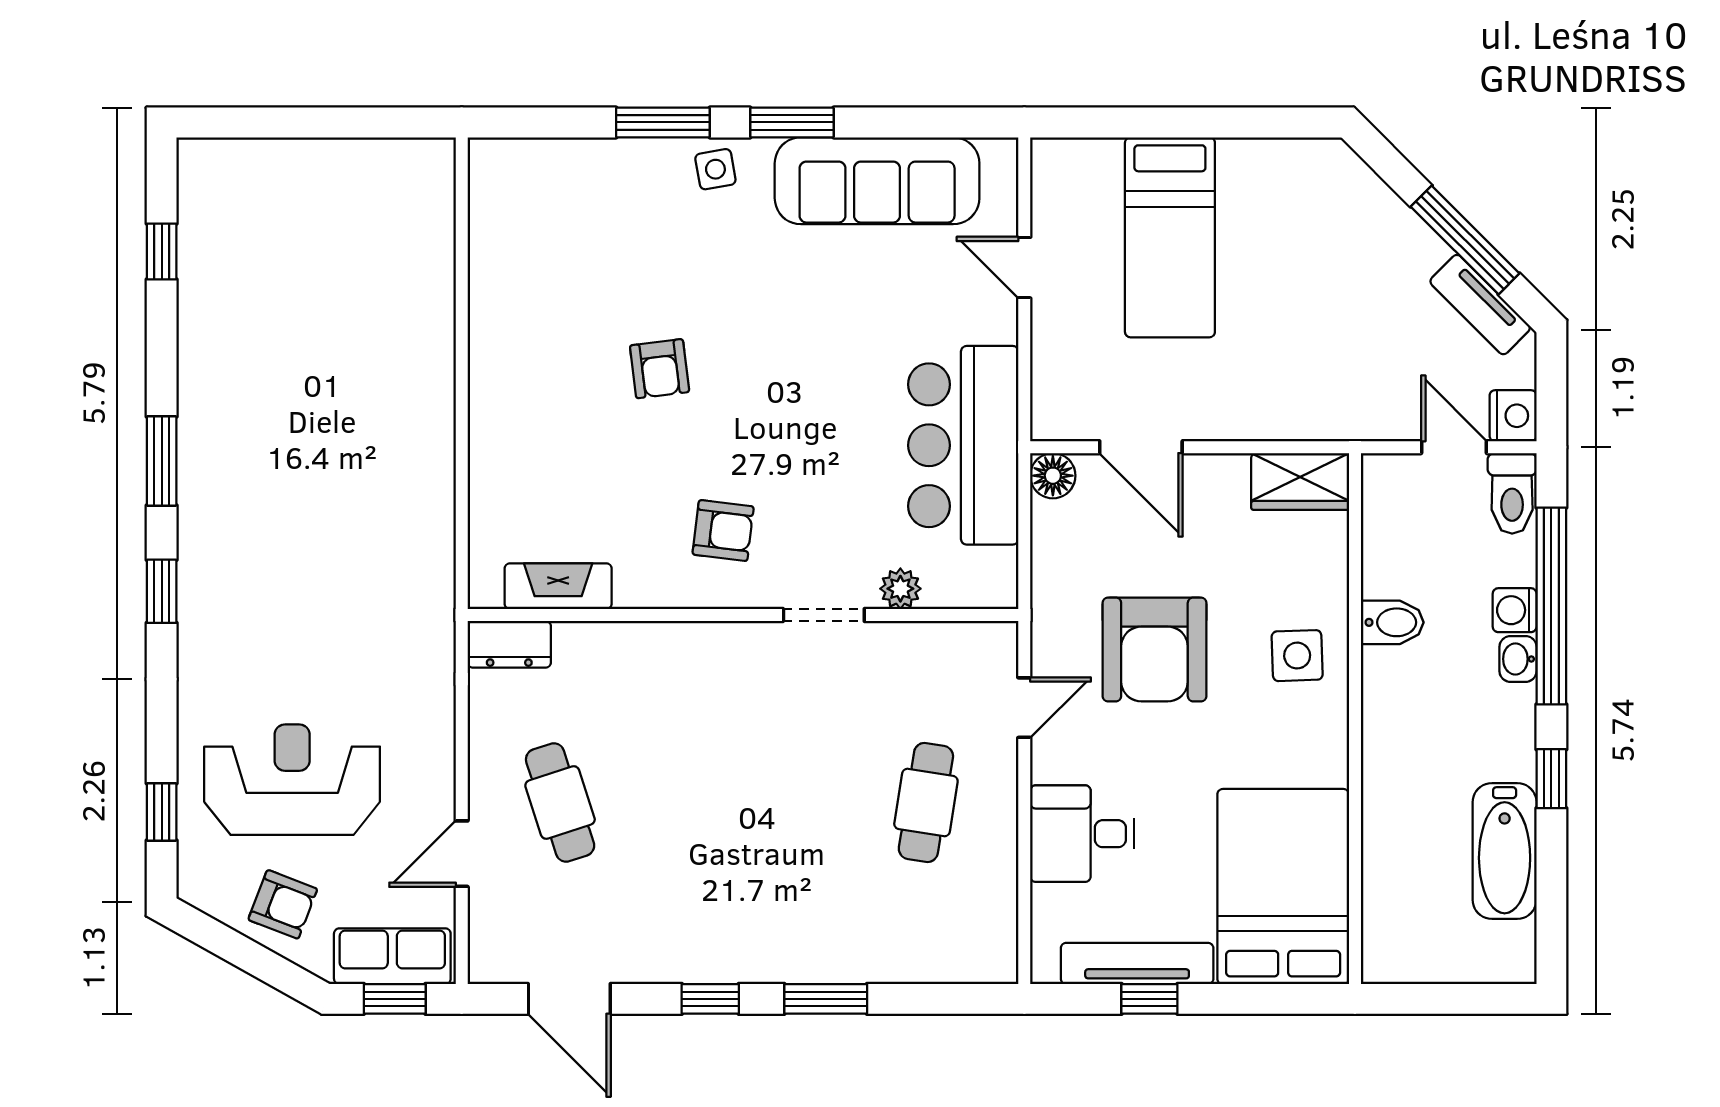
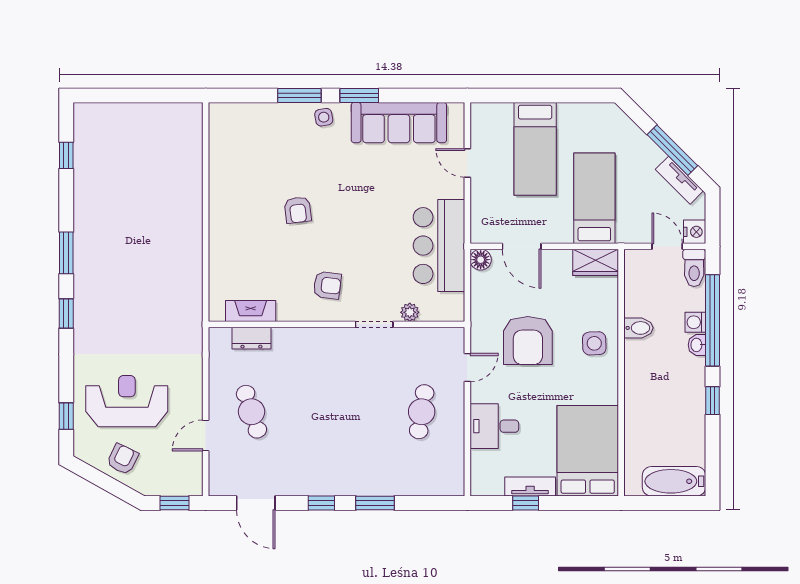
bed: (1297, 344) -> (594, 198), added
dresser: (509, 644) -> (251, 338), moved
bathtub: (1505, 851) -> (674, 481), moved, turned 90
armchair: (283, 904) -> (123, 459), turned -85
row of seats: (392, 956) -> (173, 483), removed
tv unit: (1137, 963) -> (530, 487), width x0.71

